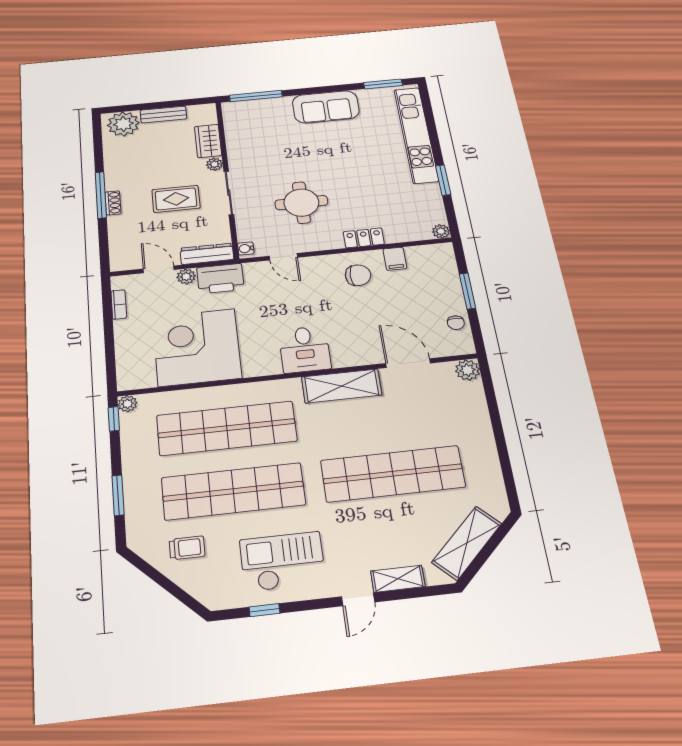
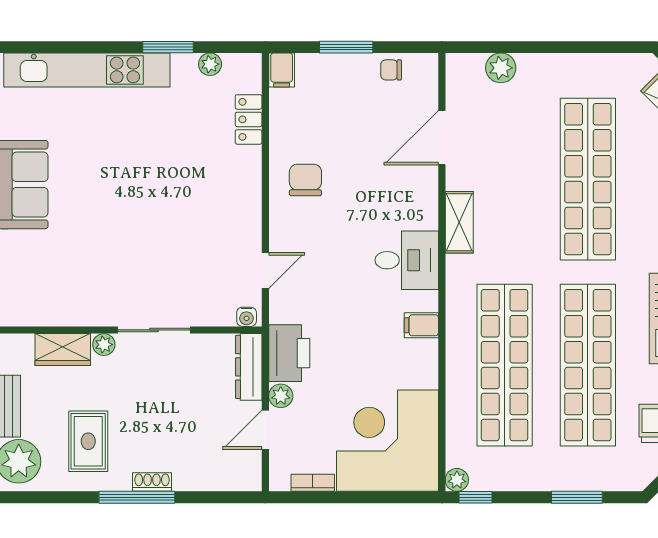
rug: (176, 199) -> (88, 441), moved
round table: (301, 203) -> (182, 237), removed
plant: (441, 231) -> (210, 64), moved
locker: (364, 238) -> (249, 119), moved
filing cabinet: (395, 259) -> (282, 70), moved, turned 90
chair: (456, 323) -> (391, 70), turned 180
corner desk: (197, 347) -> (388, 441), moved, turned 90
filing cabinet: (253, 365) -> (421, 325), added
plant: (468, 370) -> (501, 68), moved
shelving: (342, 386) -> (459, 222), width x0.67, depth x0.75

